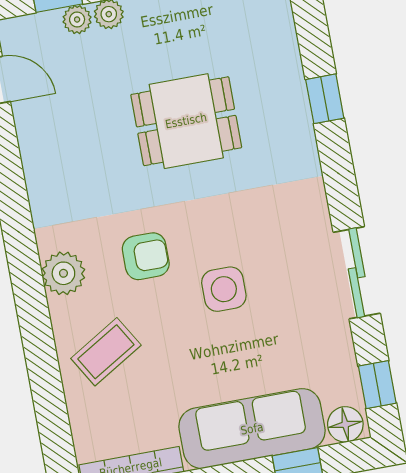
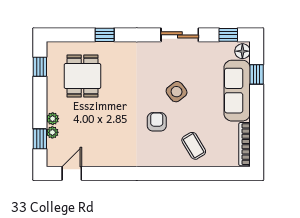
dining table: (186, 121) -> (82, 76), moved
plant: (63, 273) -> (158, 158), removed
side table: (224, 289) -> (177, 92), turned -38

